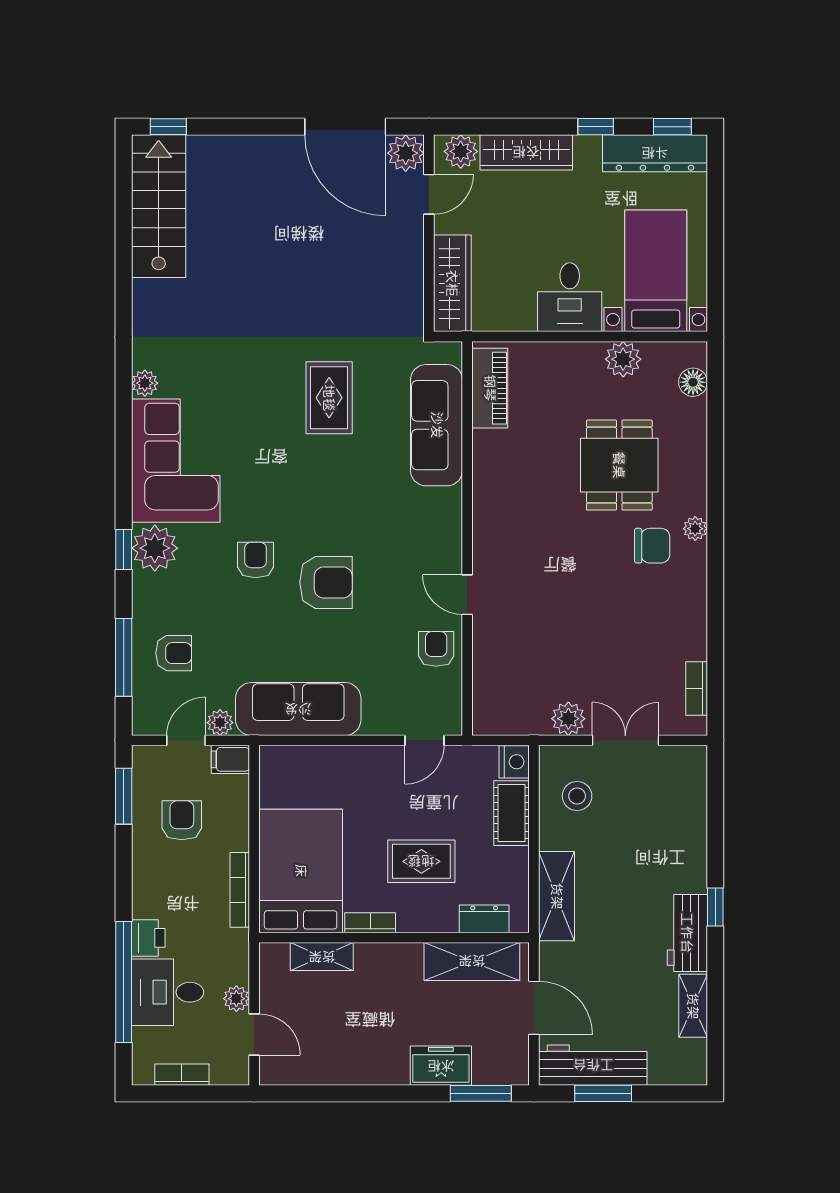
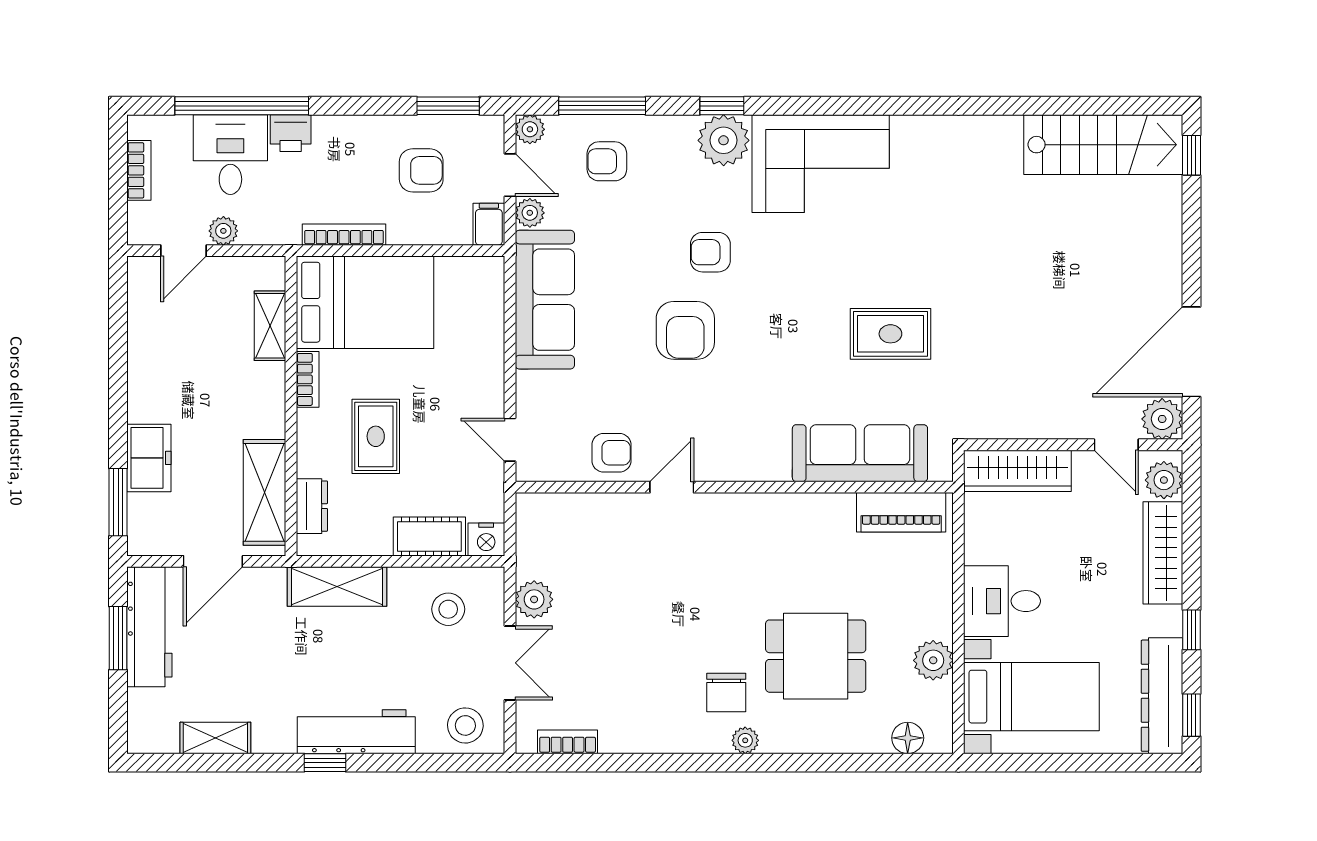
plant: (145, 383) -> (530, 129), moved
armchair: (256, 560) -> (710, 252), turned 180
armchair: (174, 653) -> (607, 161), turned 90
stool: (682, 781) -> (465, 725), added
workbench: (687, 933) -> (356, 732), moved, width x1.38

